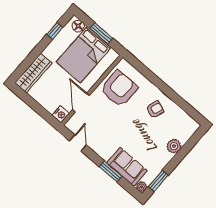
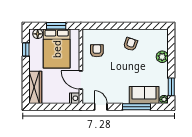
armchair: (119, 89) -> (97, 51), width x0.53, depth x0.53
window: (111, 171) -> (136, 107), width x1.44

